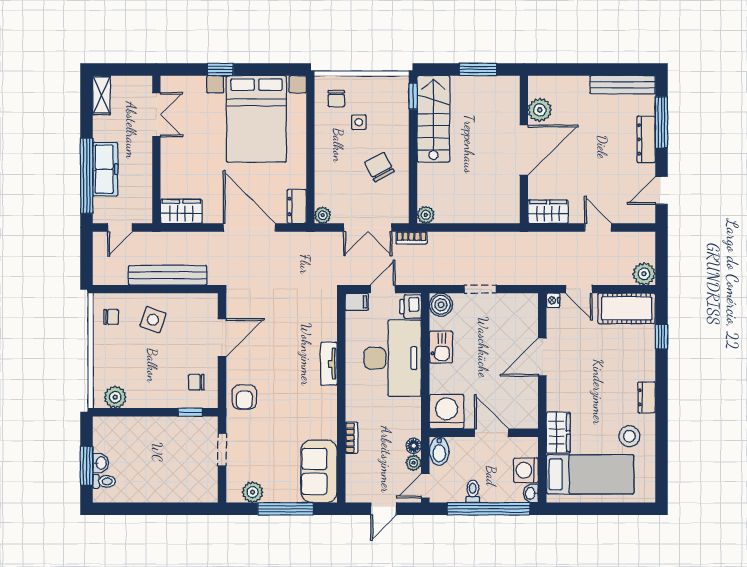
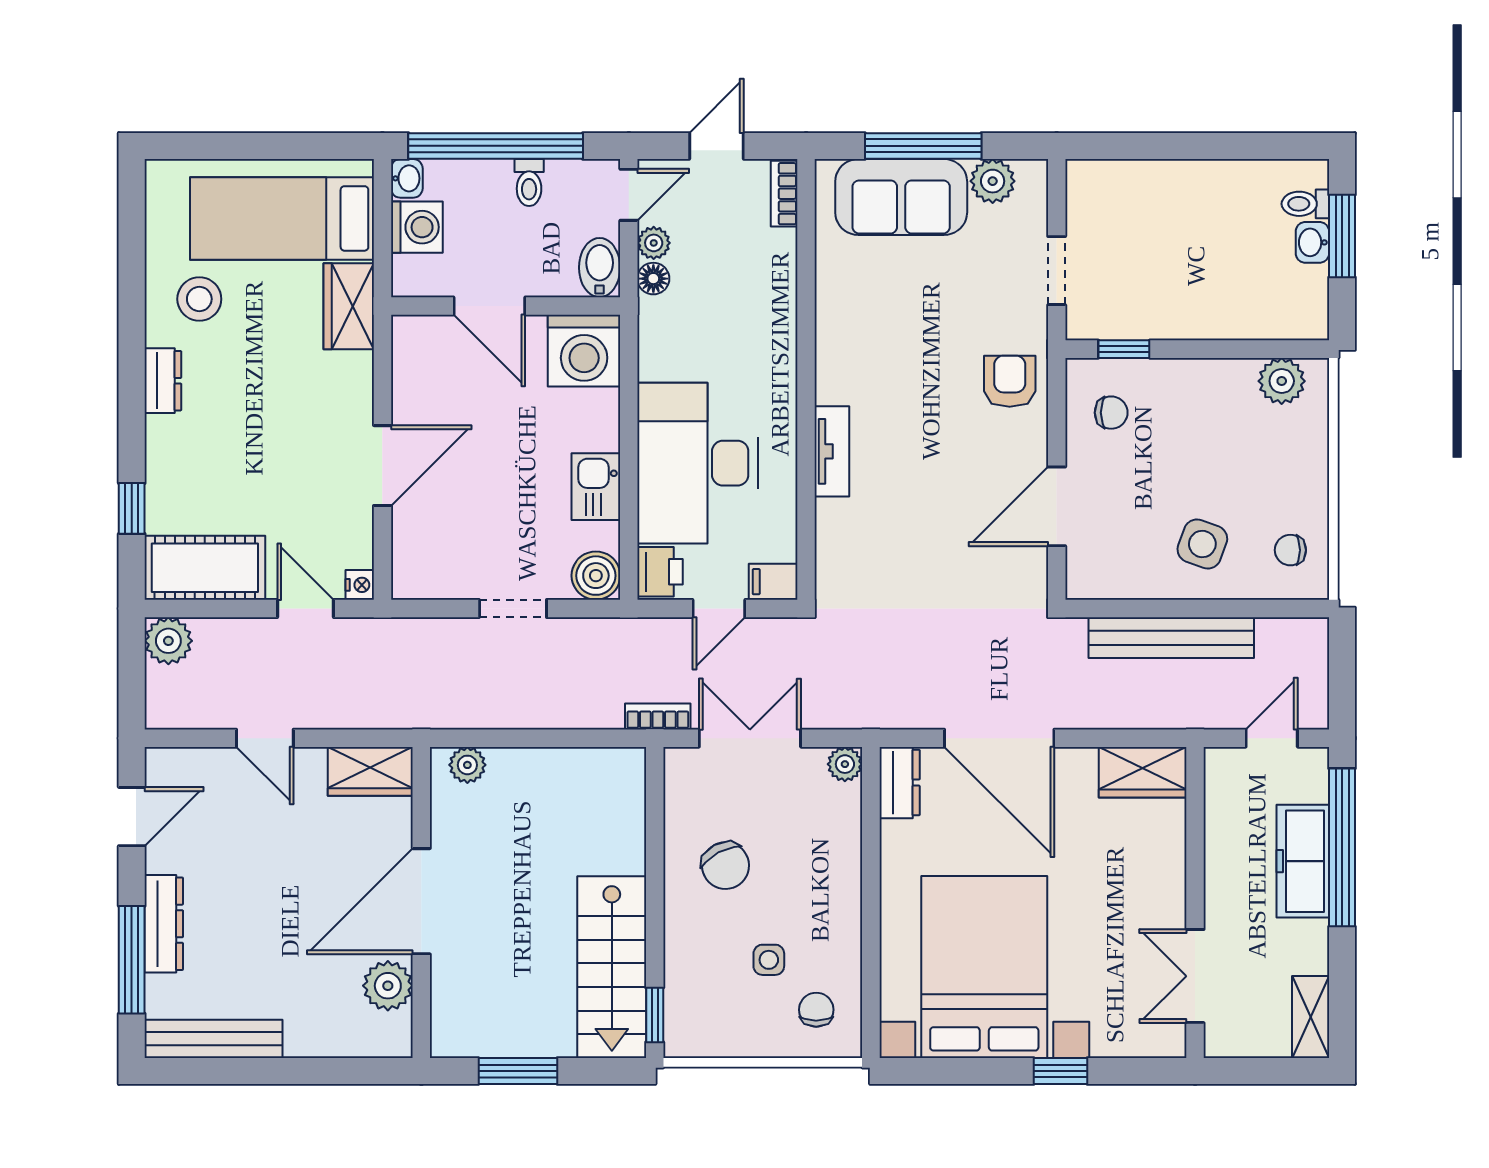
plant: (426, 215) -> (467, 765), moved
bookcase: (352, 438) -> (784, 194), moved
sofa: (319, 471) -> (901, 197), moved, turned 90

